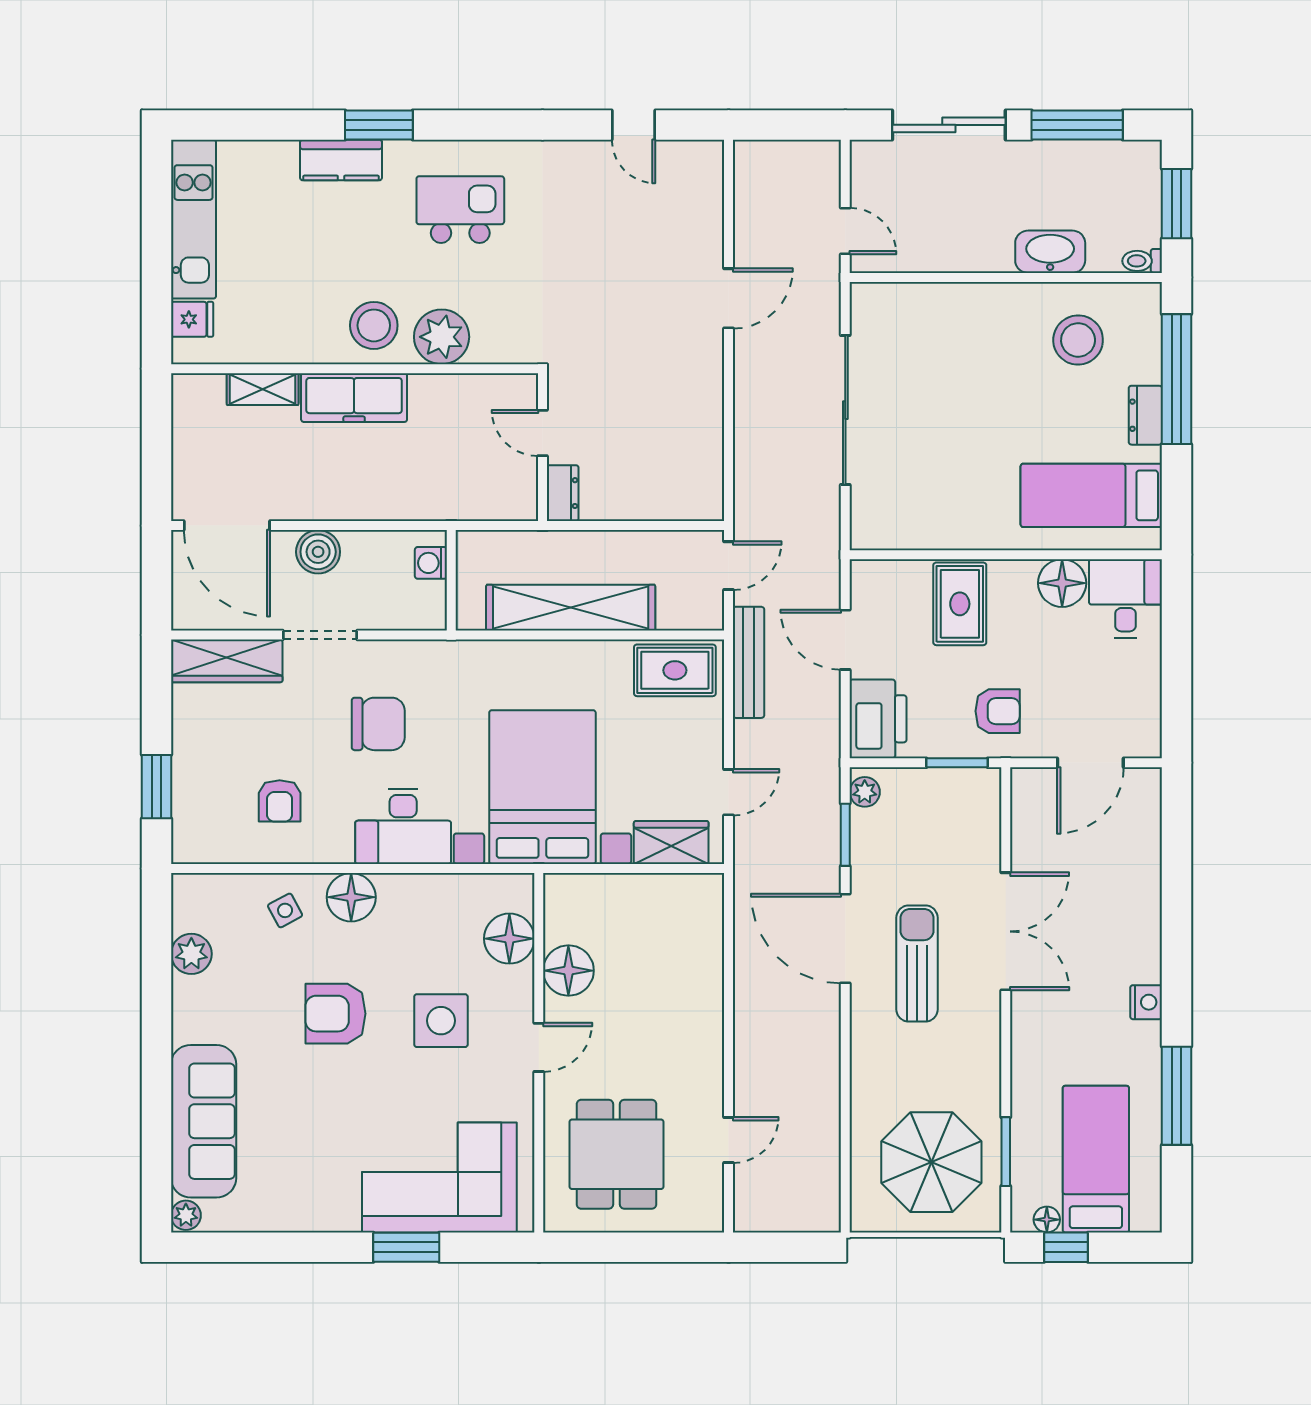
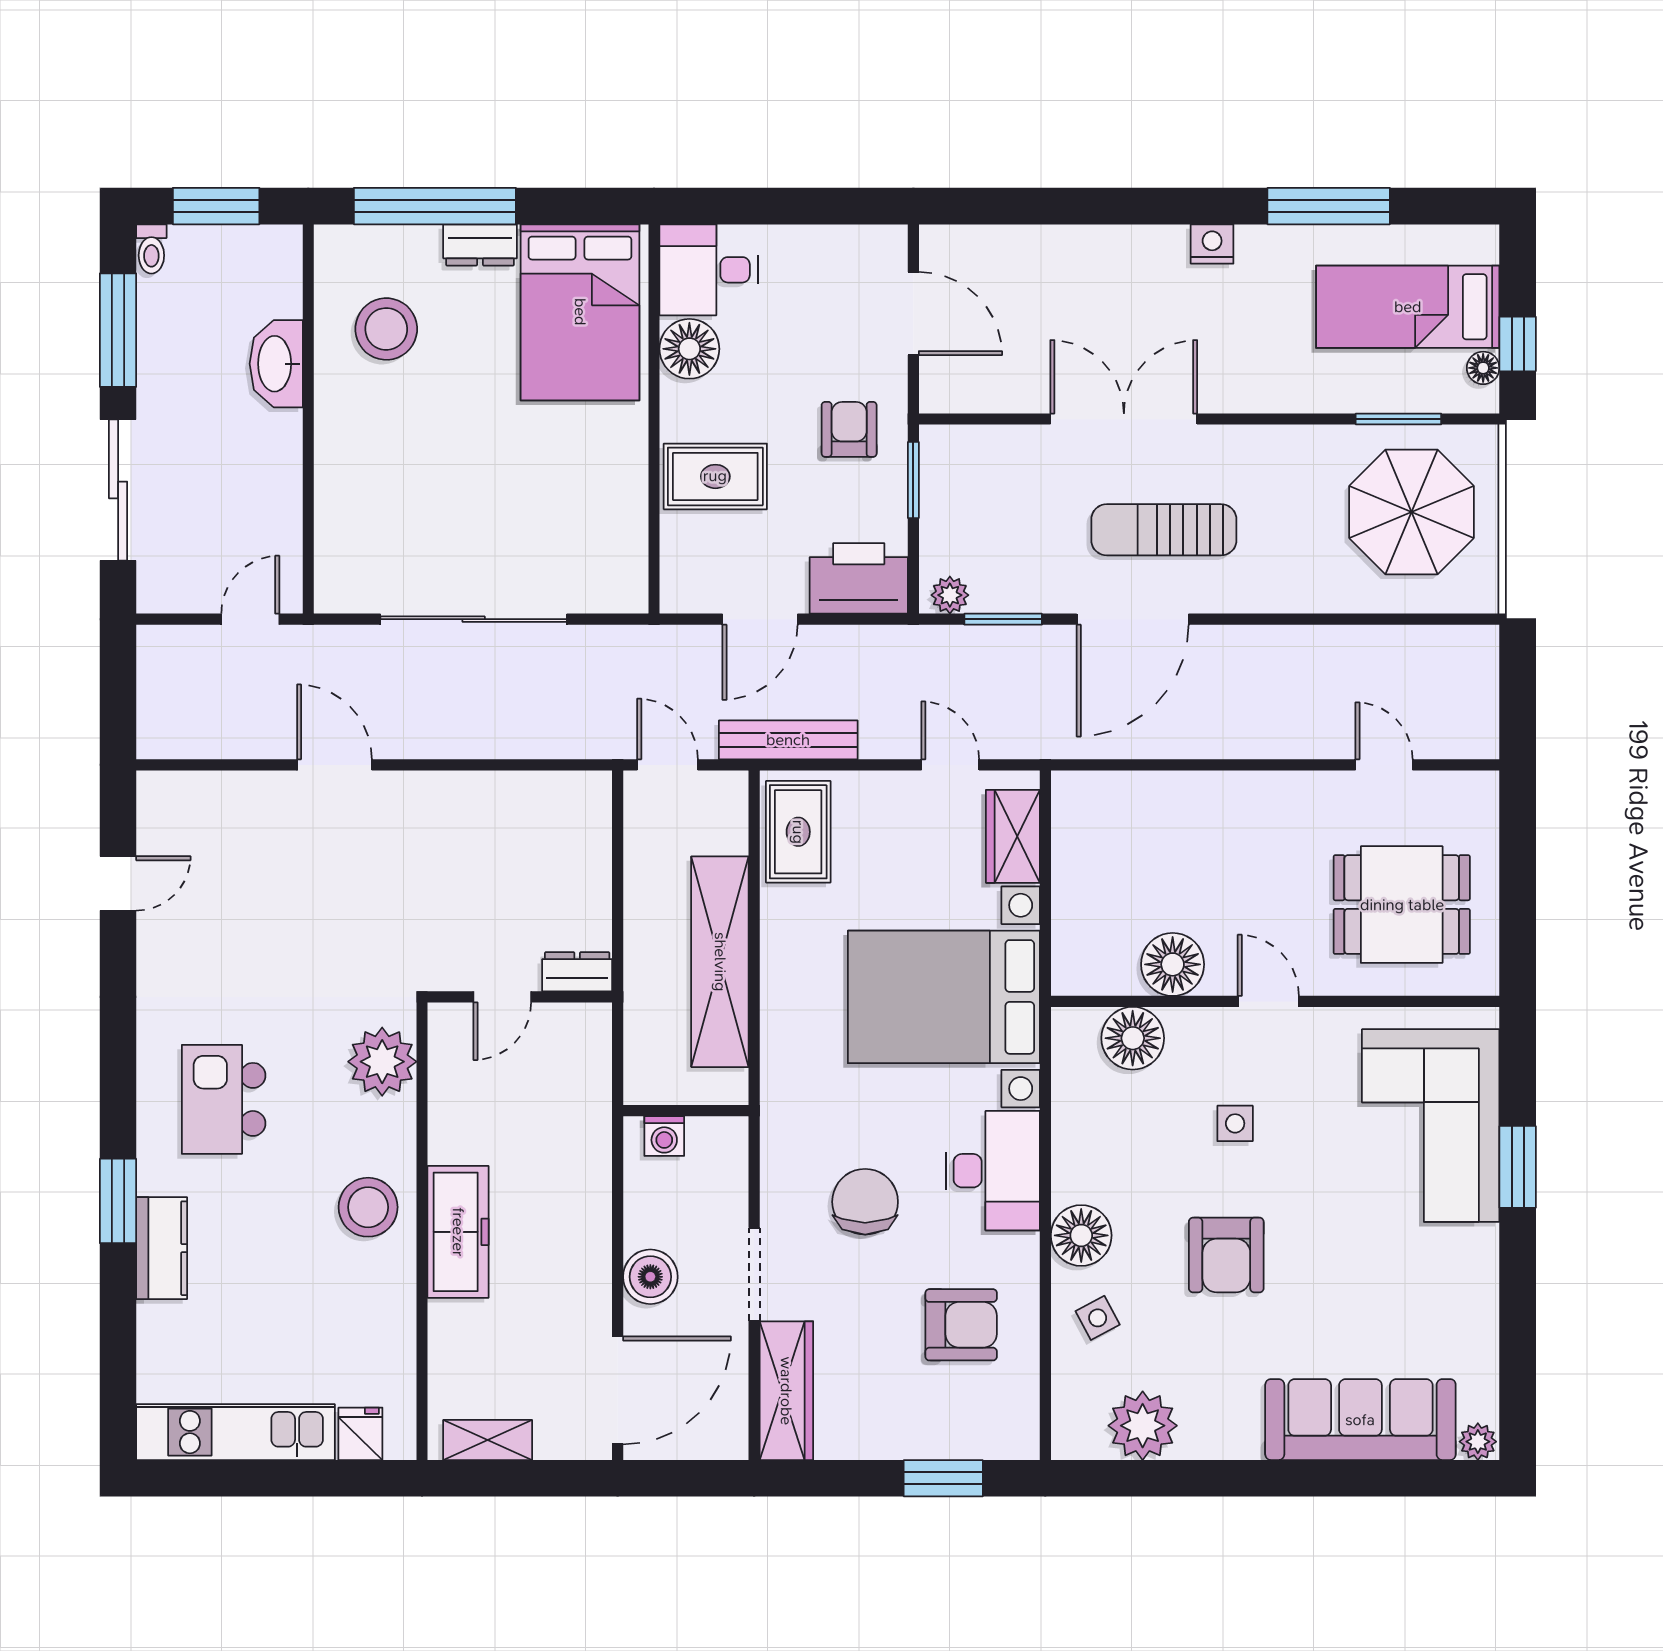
toilet: (1142, 261) -> (151, 249), moved
plant: (442, 337) -> (382, 1062), moved
shelving: (263, 389) -> (488, 1440), moved, turned 90
bed: (1091, 495) -> (580, 312), width x1.50
armchair: (280, 801) -> (961, 1325), width x1.38, depth x1.38
plant: (191, 954) -> (1143, 1426), width x1.36, depth x1.36
side table: (441, 1021) -> (1235, 1123), width x0.54, depth x0.54

